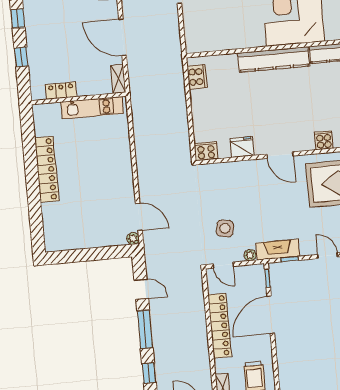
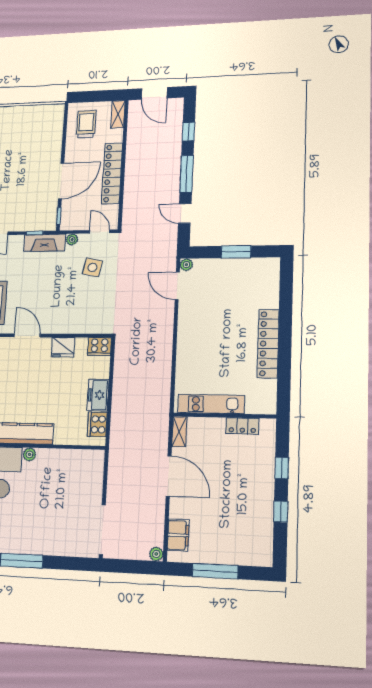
plant: (258, 41) -> (29, 454), added
freezer: (200, 105) -> (98, 395), added
window: (87, 255) -> (236, 252), added

